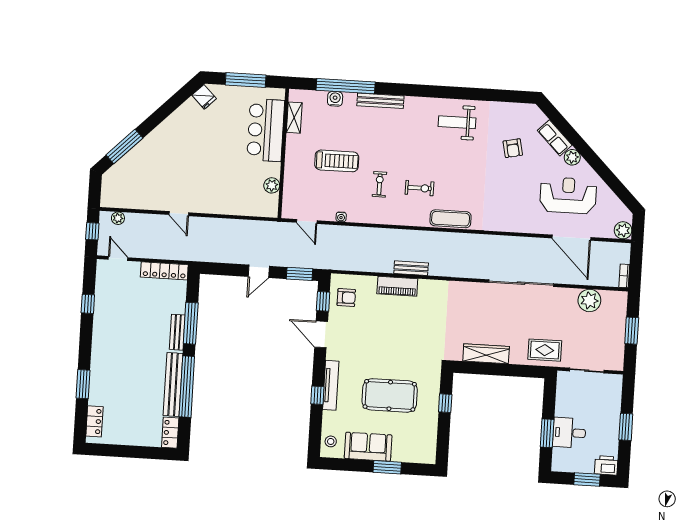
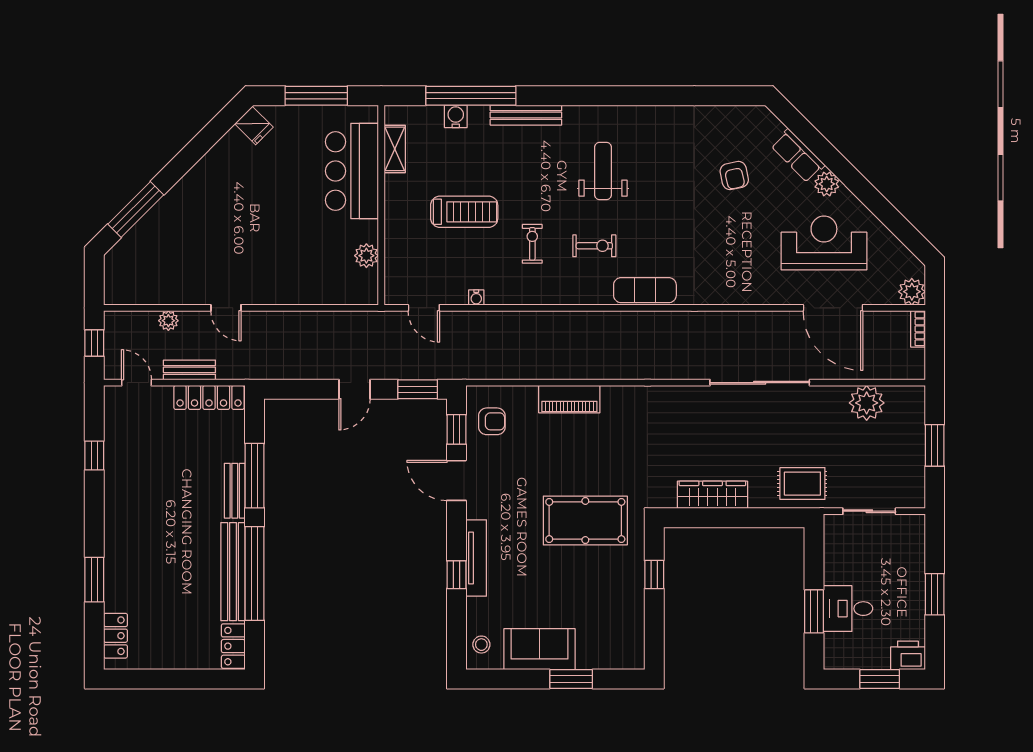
weight bench: (457, 122) -> (603, 171), moved, turned 90
plant: (118, 218) -> (168, 321), moved
bench: (411, 268) -> (189, 370), moved
bookcase: (624, 276) -> (918, 329), moved
pool table: (390, 395) -> (585, 520), moved

